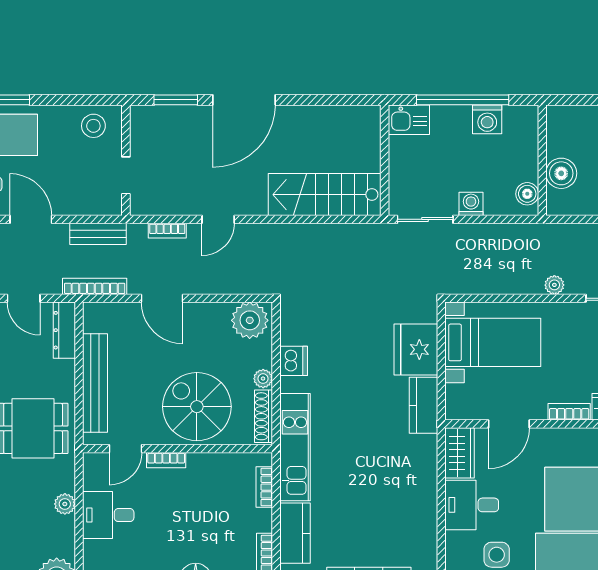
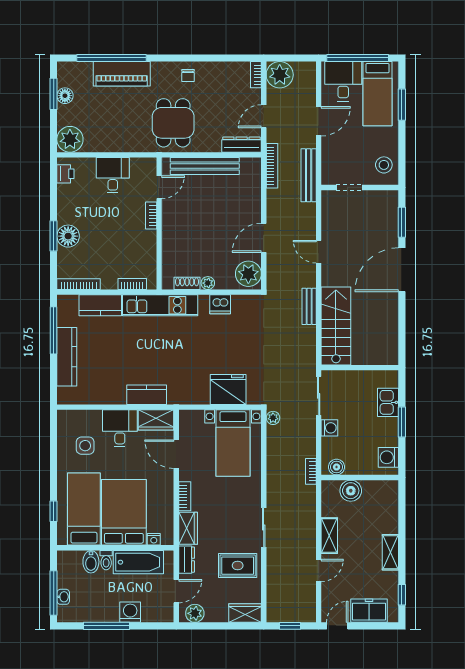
door: (244, 100) -> (402, 270), hinge flipped
window: (463, 100) -> (402, 422), width x0.47
washing machine: (487, 119) -> (388, 457), moved
kitchen sink: (409, 120) -> (388, 402), moved
bookcase: (167, 231) -> (311, 471), moved
bench: (297, 233) -> (309, 306), added
bench: (98, 234) -> (309, 175), width x1.36
plant: (554, 285) -> (273, 418), moved
door: (162, 298) -> (264, 238), moved
kitchen counter: (423, 405) -> (147, 395), moved
spiral stairs: (197, 407) -> (188, 237), removed
shoe rack: (263, 416) -> (187, 283), width x0.70
door: (125, 449) -> (159, 187), swing flipped
plant: (65, 504) -> (120, 145), removed

